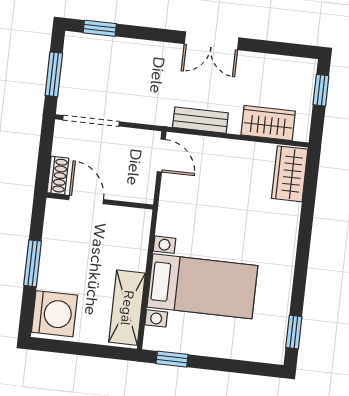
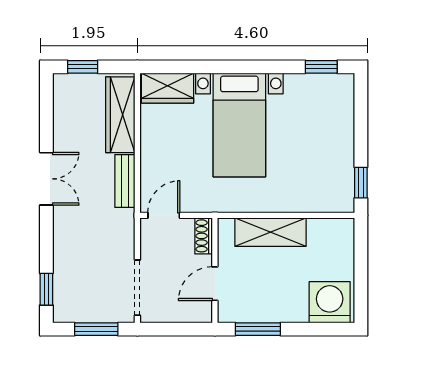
wardrobe: (268, 123) -> (120, 115), width x1.50
shoe rack: (58, 175) -> (204, 236), moved, turned -90
window: (33, 263) -> (258, 329), moved
bed with nightstands: (202, 286) -> (239, 125), moved, turned 180
shelving: (127, 308) -> (270, 232), moved

